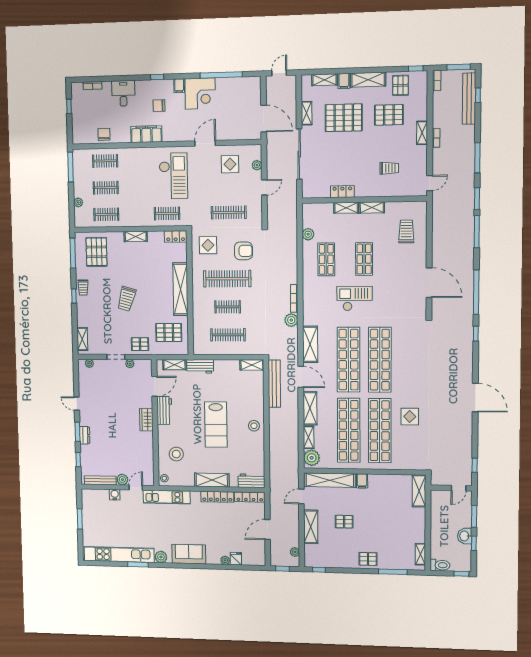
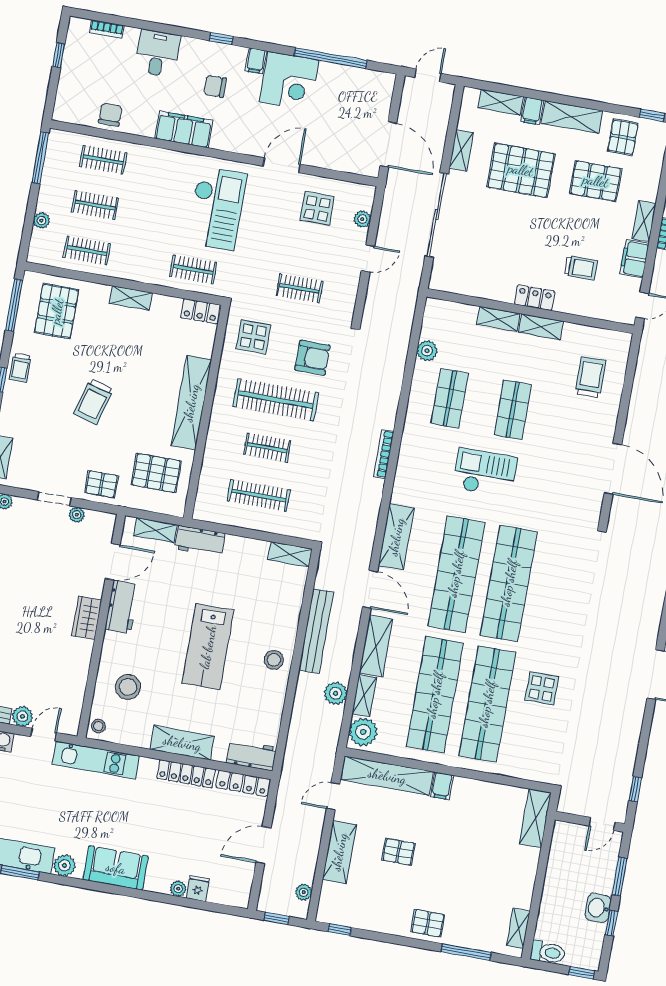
filing cabinet: (420, 156) -> (634, 259), added
locker: (342, 192) -> (535, 298), moved
clothes rail: (229, 212) -> (300, 288), width x0.73
plant: (291, 320) -> (336, 693), moved
bench: (274, 384) -> (316, 631), moved

